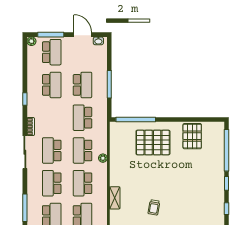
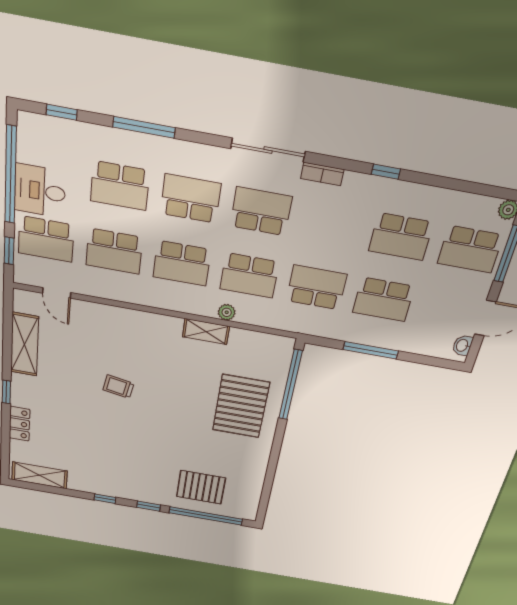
pallet: (192, 136) -> (201, 487), moved
school desk: (82, 150) -> (249, 275), turned 180
school desk: (82, 183) -> (182, 263), turned 180
shelving: (115, 198) -> (206, 331), moved

